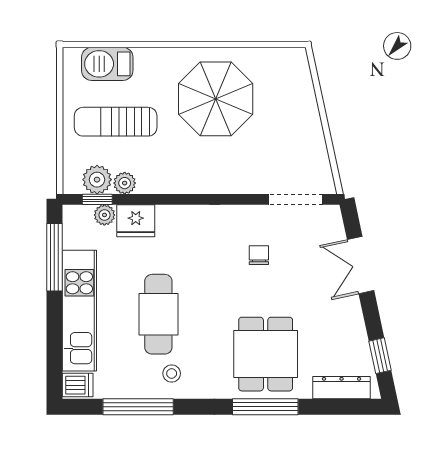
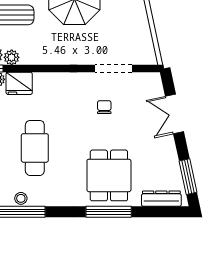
doorway: (296, 199) -> (113, 69), moved
window: (380, 356) -> (188, 177), width x1.50
stool: (172, 373) -> (21, 198), moved

